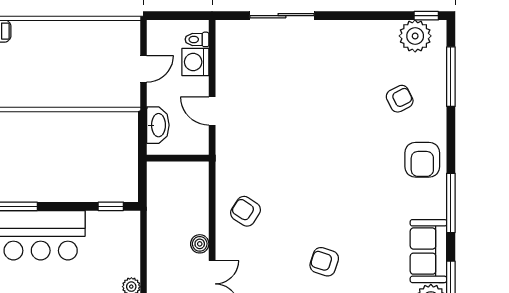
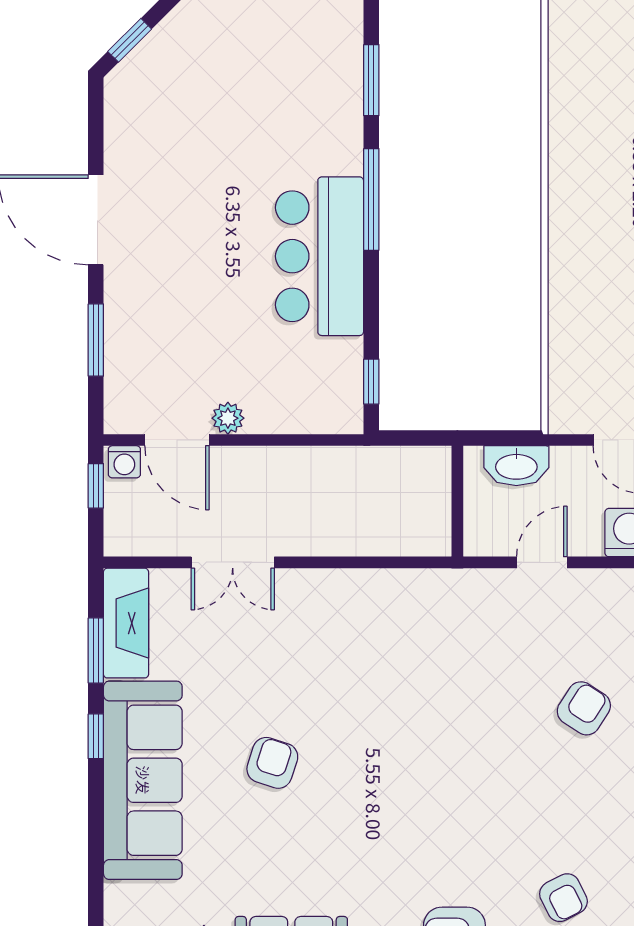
armchair: (246, 211) -> (584, 708), moved
boiler: (200, 244) -> (304, 540), removed

